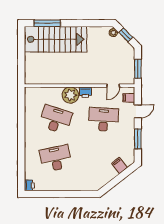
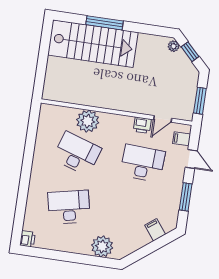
window: (47, 23) -> (104, 23), moved
printer: (85, 92) -> (142, 125), moved
plant: (70, 95) -> (88, 121), moved
door: (138, 111) -> (191, 159), hinge flipped
plant: (83, 183) -> (102, 246), added

